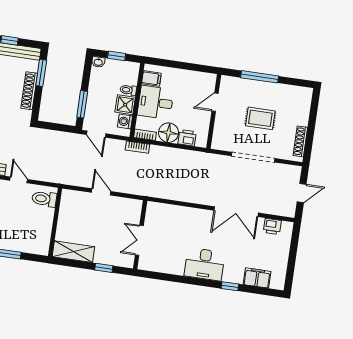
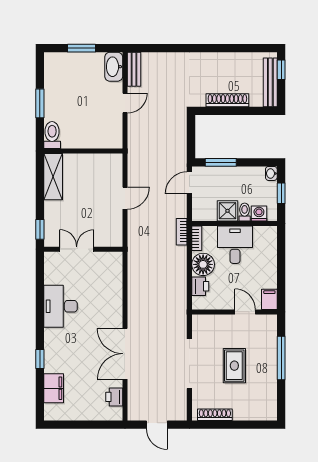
window: (41, 73) -> (250, 111), removed
filing cabinet: (151, 78) -> (269, 299), moved, turned 180
washing machine: (125, 122) -> (259, 213), moved
toilet: (44, 199) -> (52, 135), moved
desk: (204, 264) -> (60, 306), moved
window: (104, 268) -> (40, 229), moved

